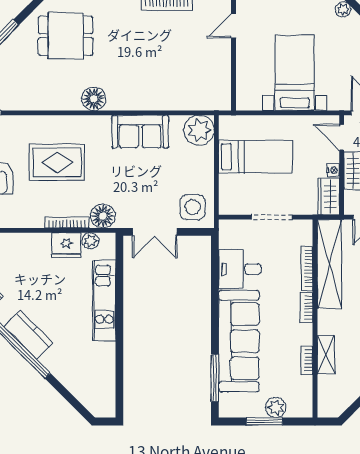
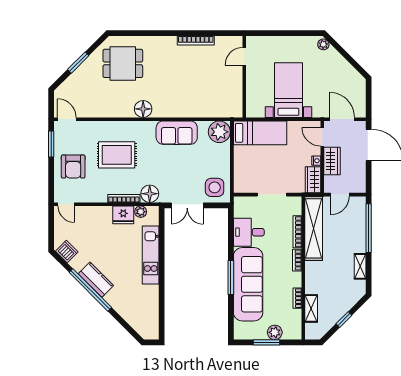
bed: (255, 157) -> (260, 133), moved
shelving: (326, 355) -> (311, 308), moved
window: (215, 378) -> (231, 278), moved

